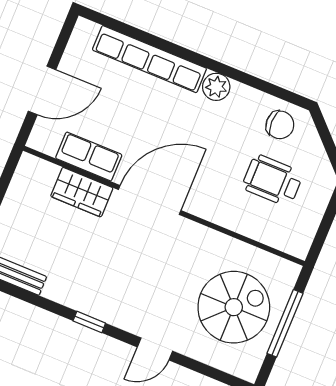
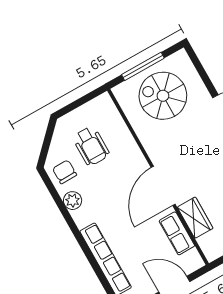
plant: (216, 87) -> (73, 201), moved
door: (150, 200) -> (163, 186), hinge flipped

